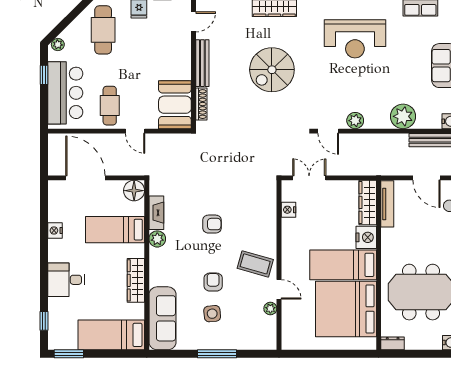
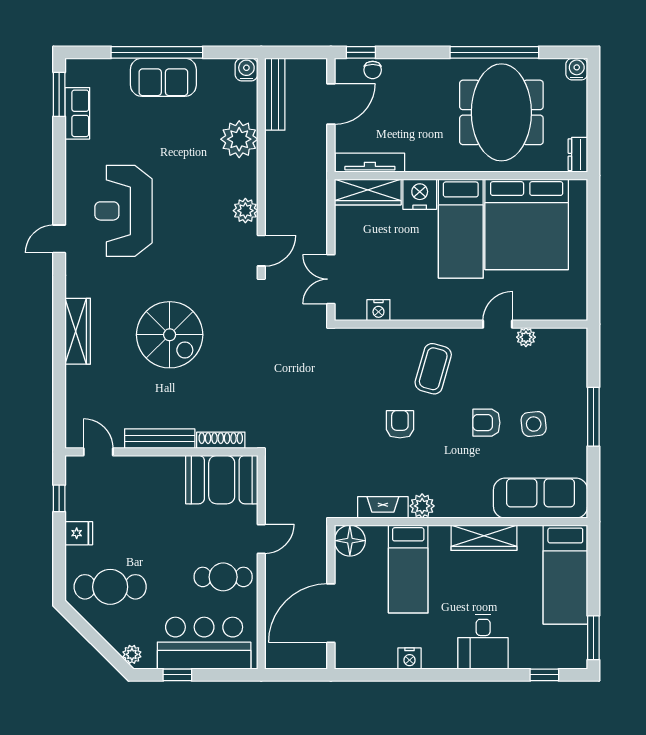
reception desk: (355, 39) -> (123, 211), turned 180
coffee table: (255, 264) -> (433, 369), moved

